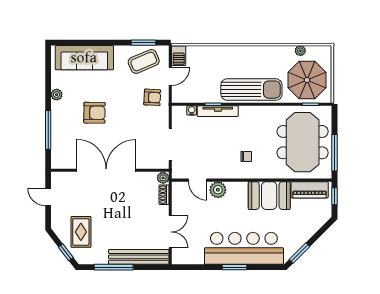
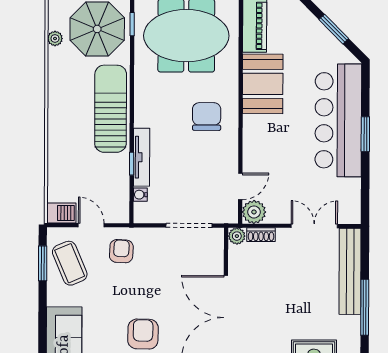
chair: (246, 157) -> (207, 117), width x1.87, depth x1.87
plant: (218, 190) -> (254, 212), moved
window: (300, 253) -> (334, 29), moved

